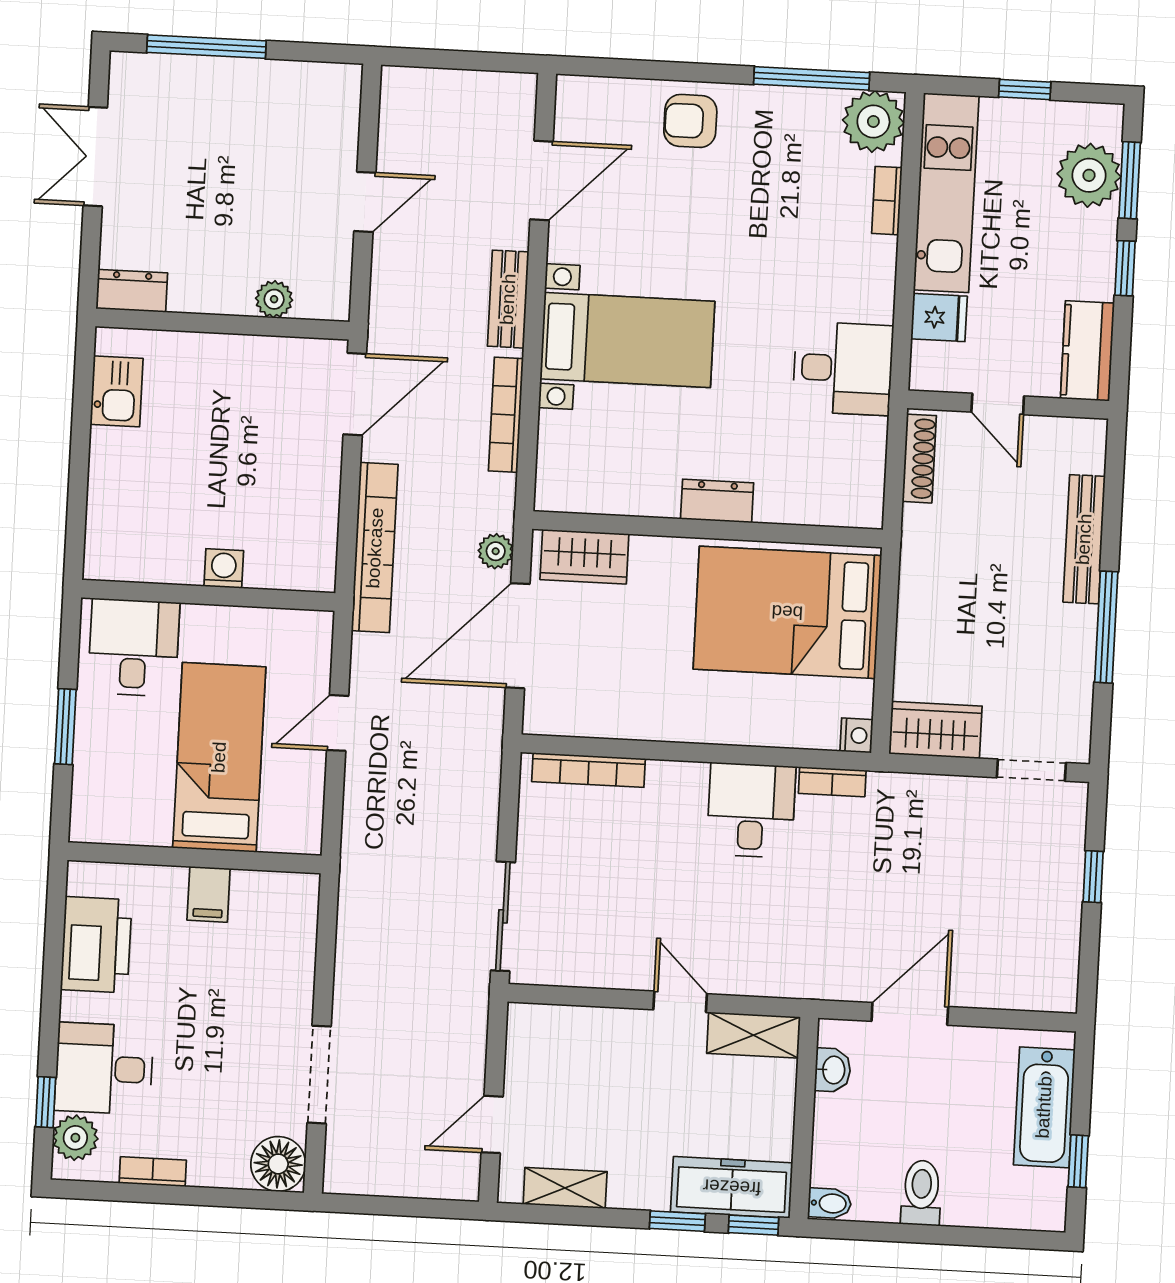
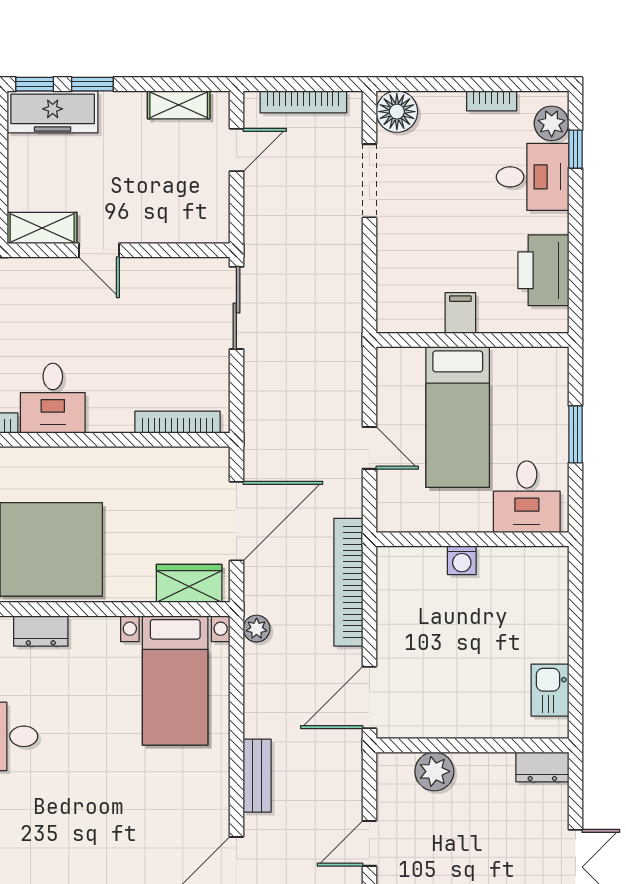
plant: (274, 299) -> (434, 771), width x1.38, depth x1.38
bed with nightstands: (627, 340) -> (175, 680), moved, turned -90
bookcase: (506, 415) -> (303, 102), moved, turned 90
dresser: (717, 501) -> (41, 631), moved
plant: (496, 551) -> (257, 629), moved
door: (338, 723) -> (369, 448), hinge flipped

